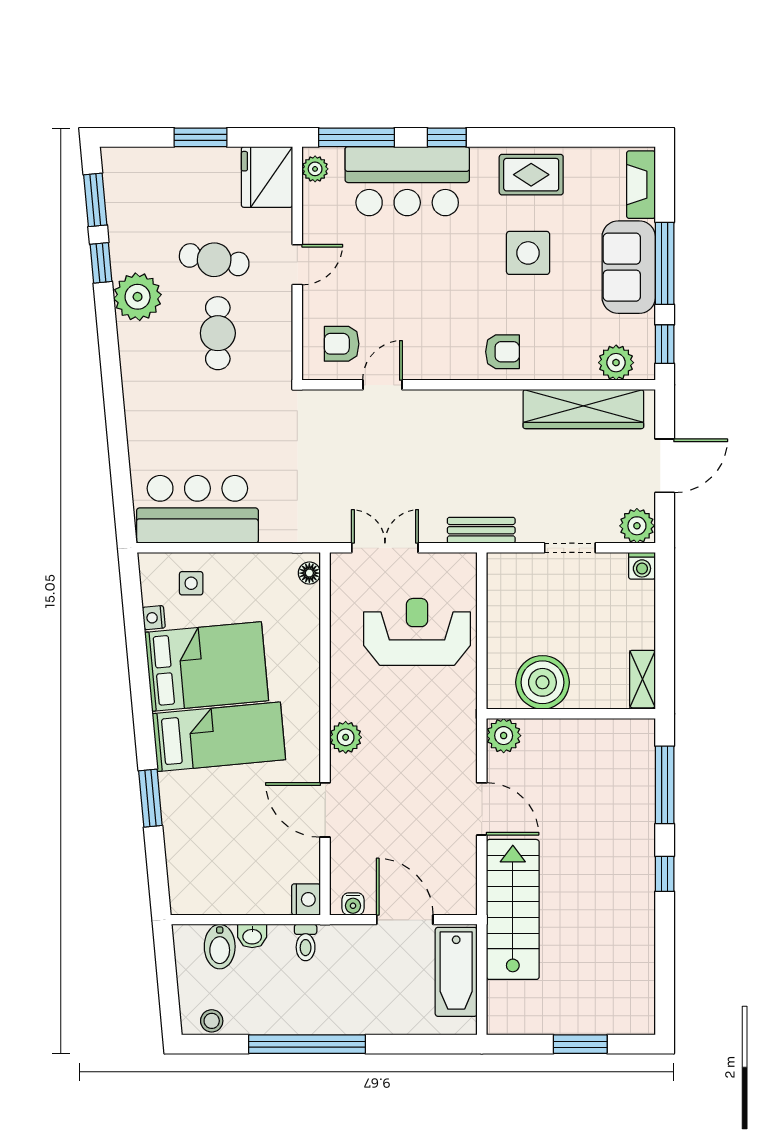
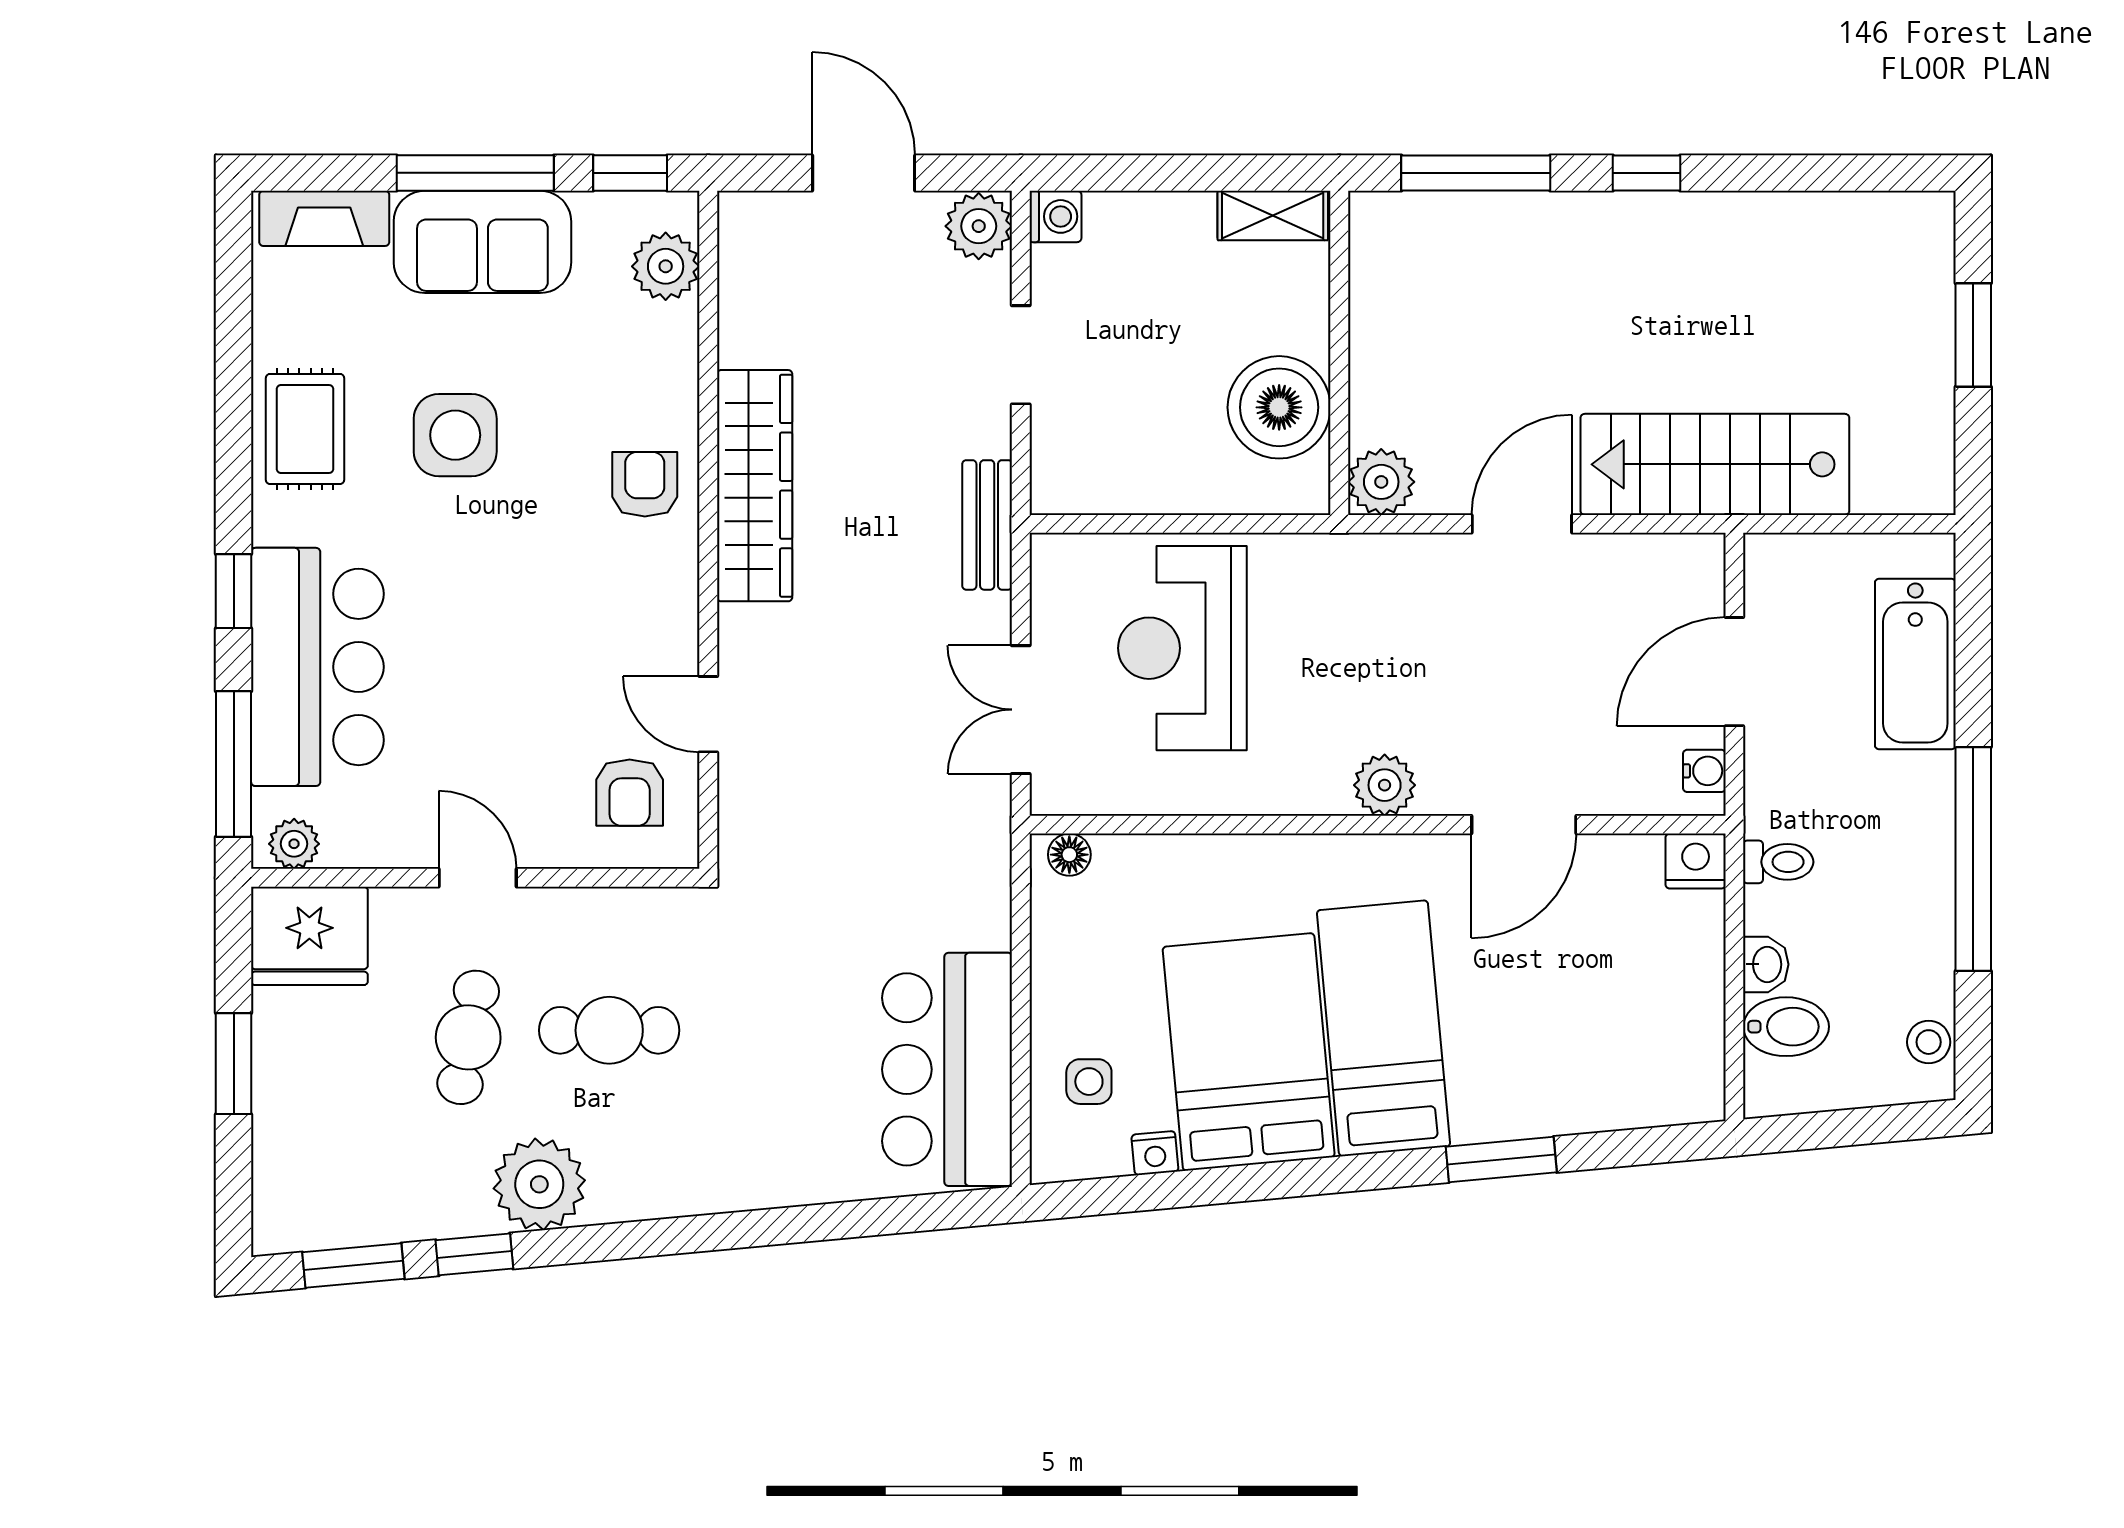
wardrobe: (583, 409) -> (755, 486), moved
bathtub: (456, 972) -> (1915, 664), moved, turned 90

